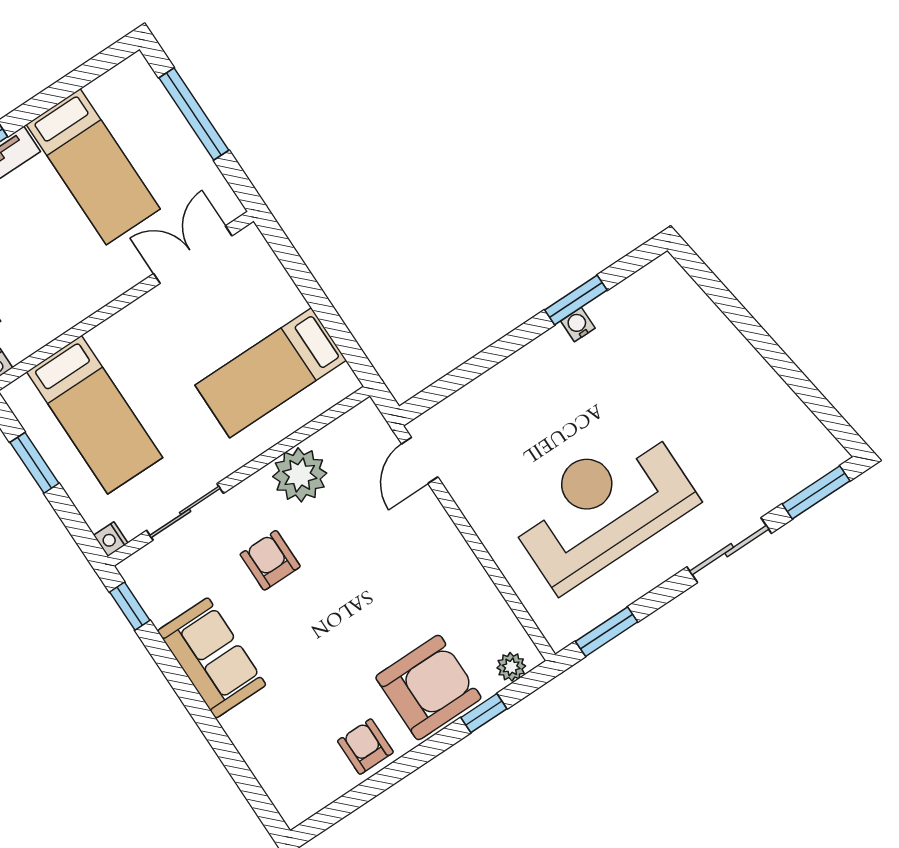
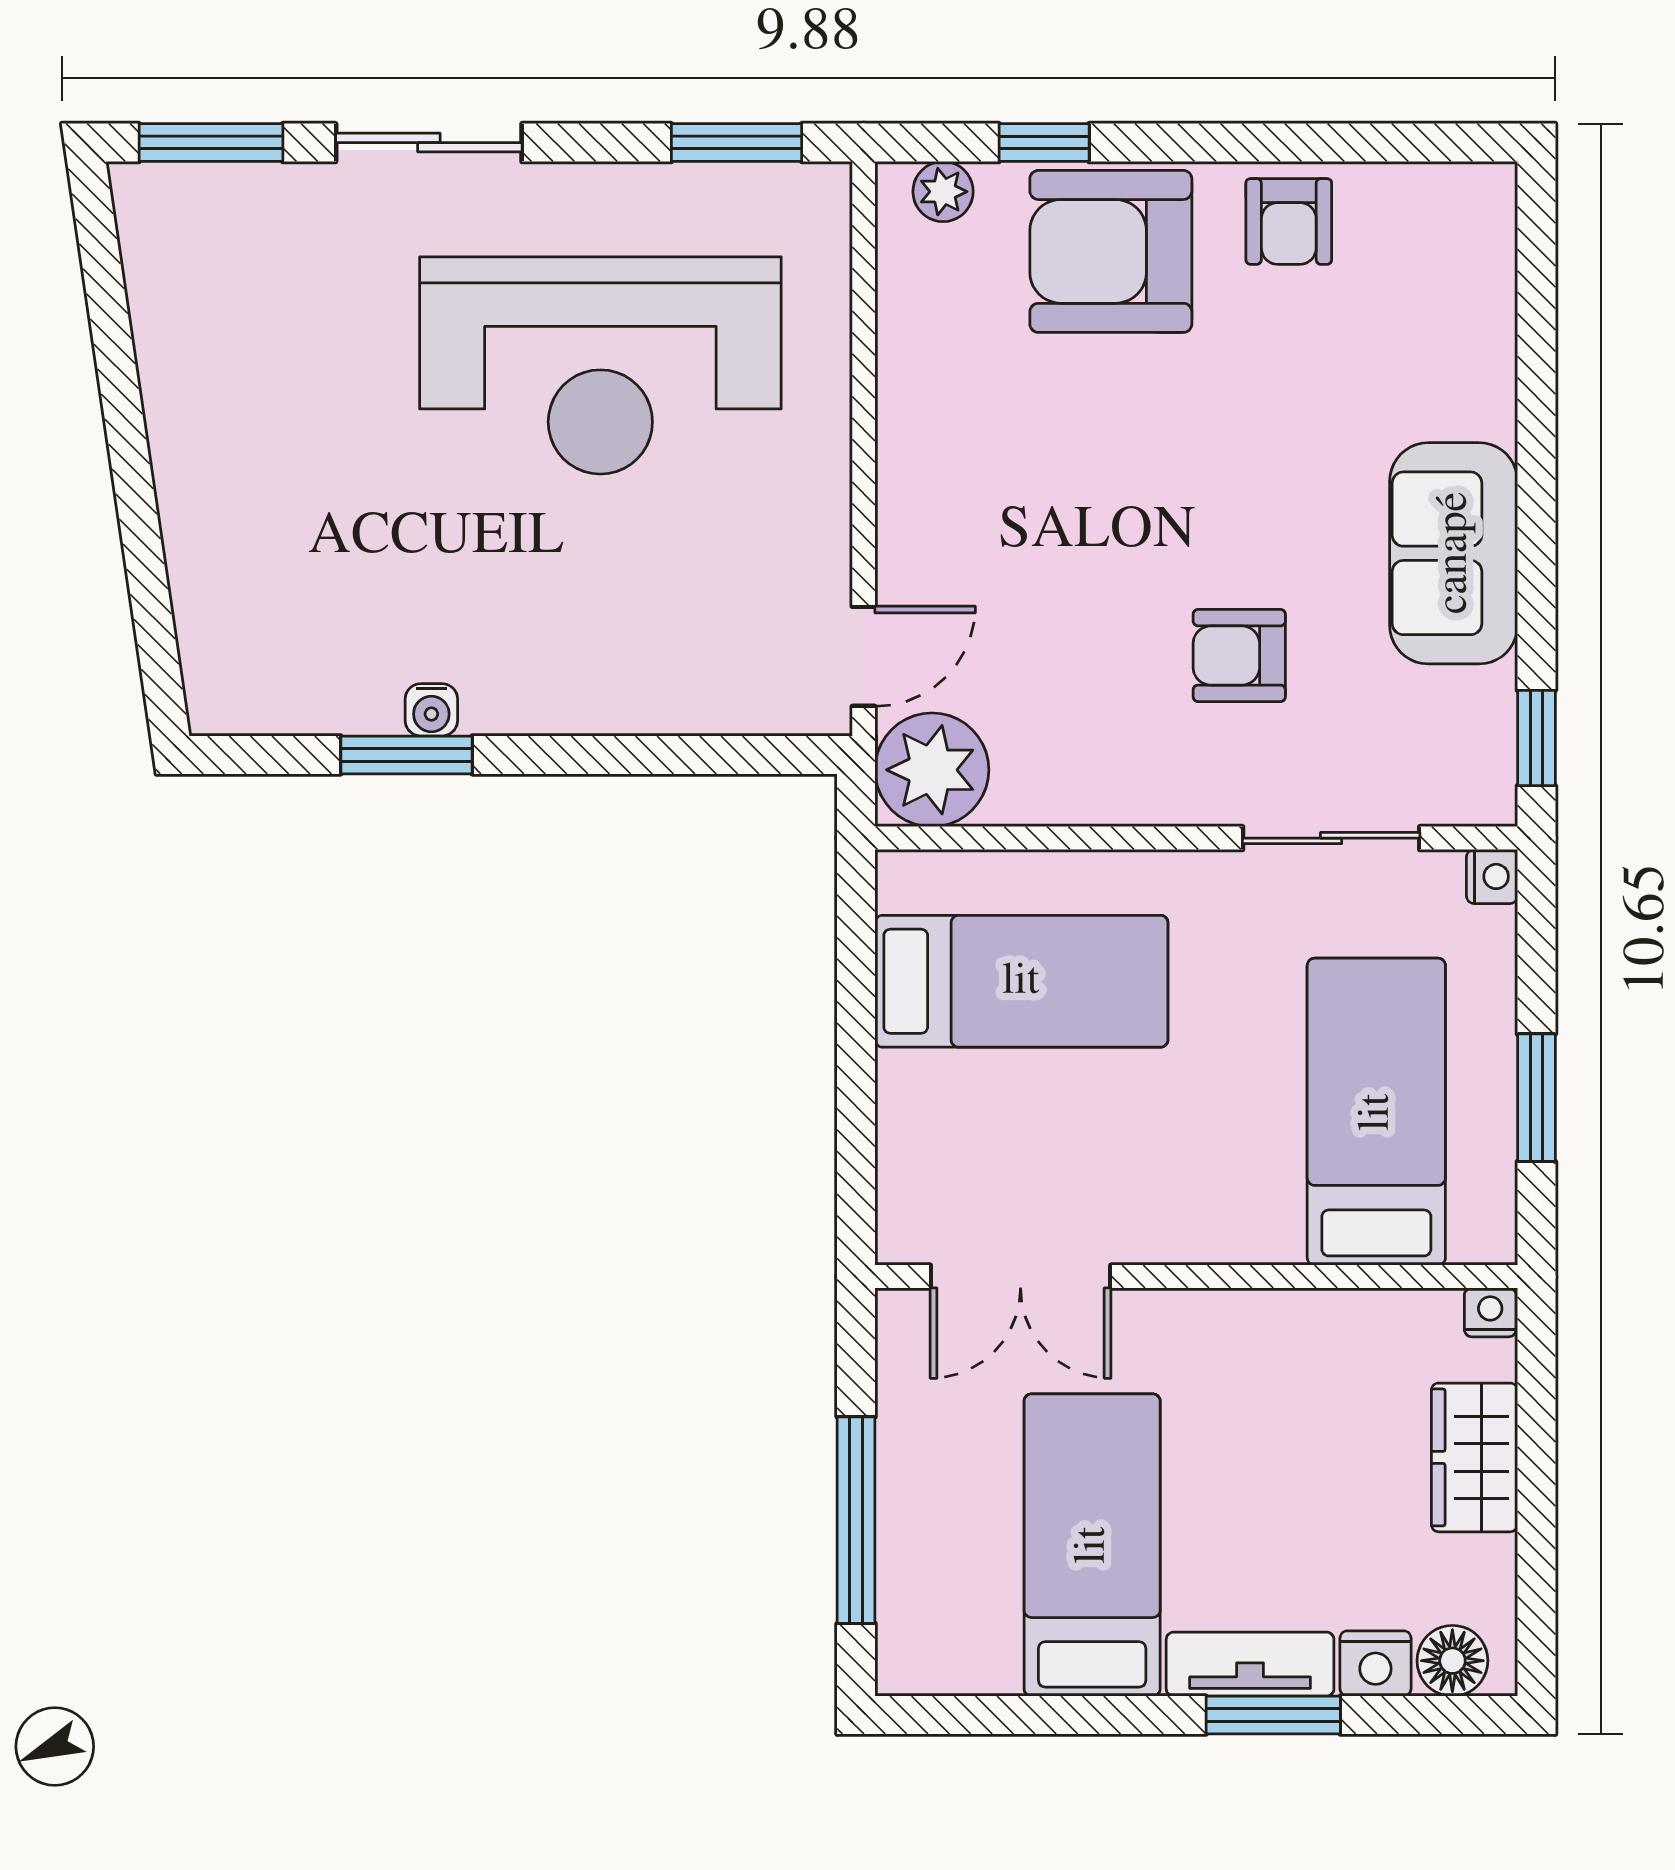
plant: (300, 475) -> (932, 770), moved
armchair: (270, 560) -> (1239, 655), turned 90

